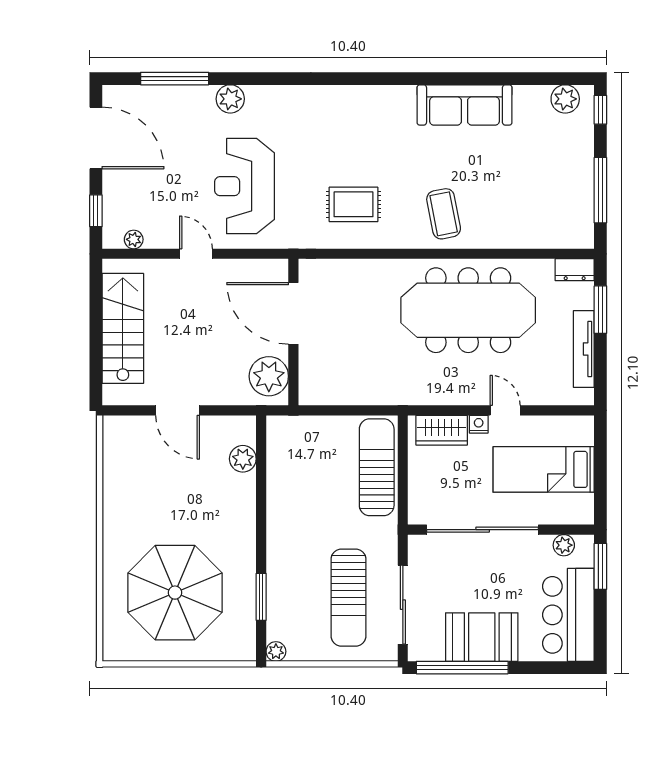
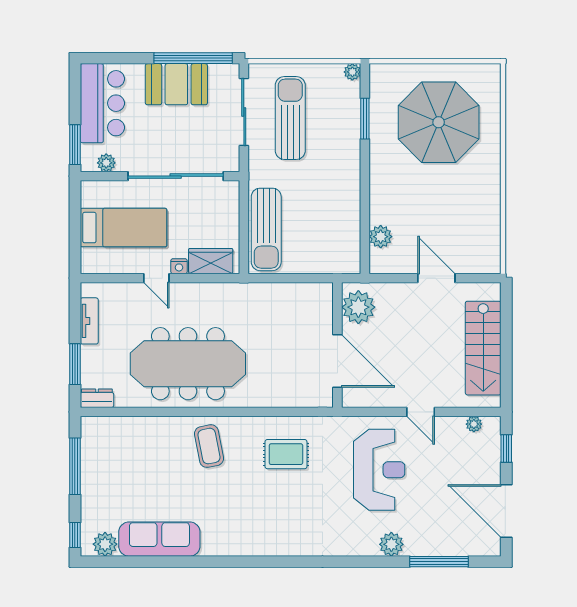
sofa: (464, 105) -> (159, 539), moved
tv unit: (584, 349) -> (89, 321), width x0.71

